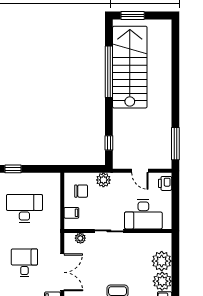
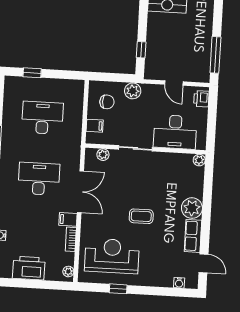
plant: (162, 261) -> (199, 160), moved, width x0.53, depth x0.53
desk: (24, 263) -> (39, 179), width x1.37

